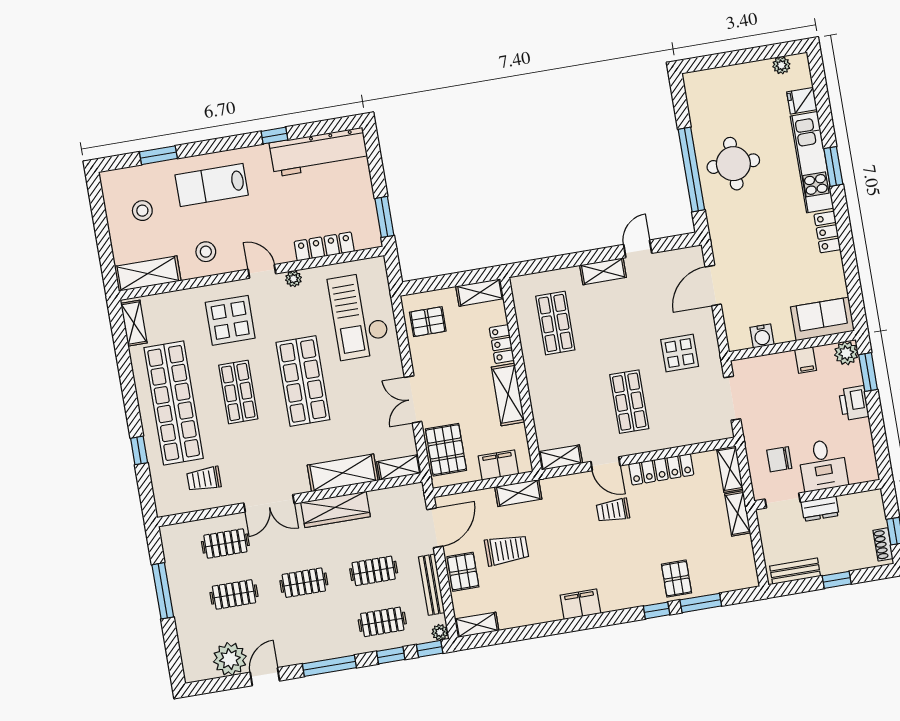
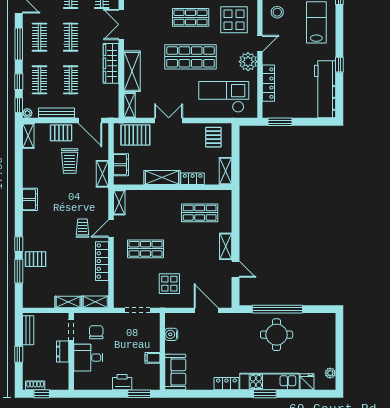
plant: (293, 279) -> (248, 62), width x1.88, depth x1.88
plant: (846, 353) -> (153, 383), removed
clothes rail: (312, 634) -> (39, 37), added

